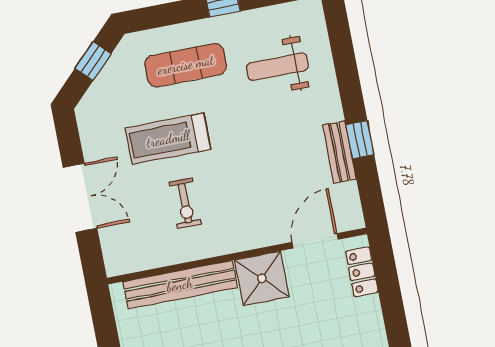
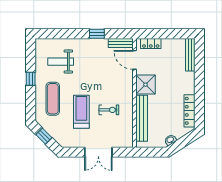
weight bench: (277, 67) -> (61, 62), turned 90
treadmill: (168, 139) -> (81, 112), turned 180
bench: (340, 152) -> (121, 43), moved
double door: (80, 198) -> (98, 152), swing flipped

